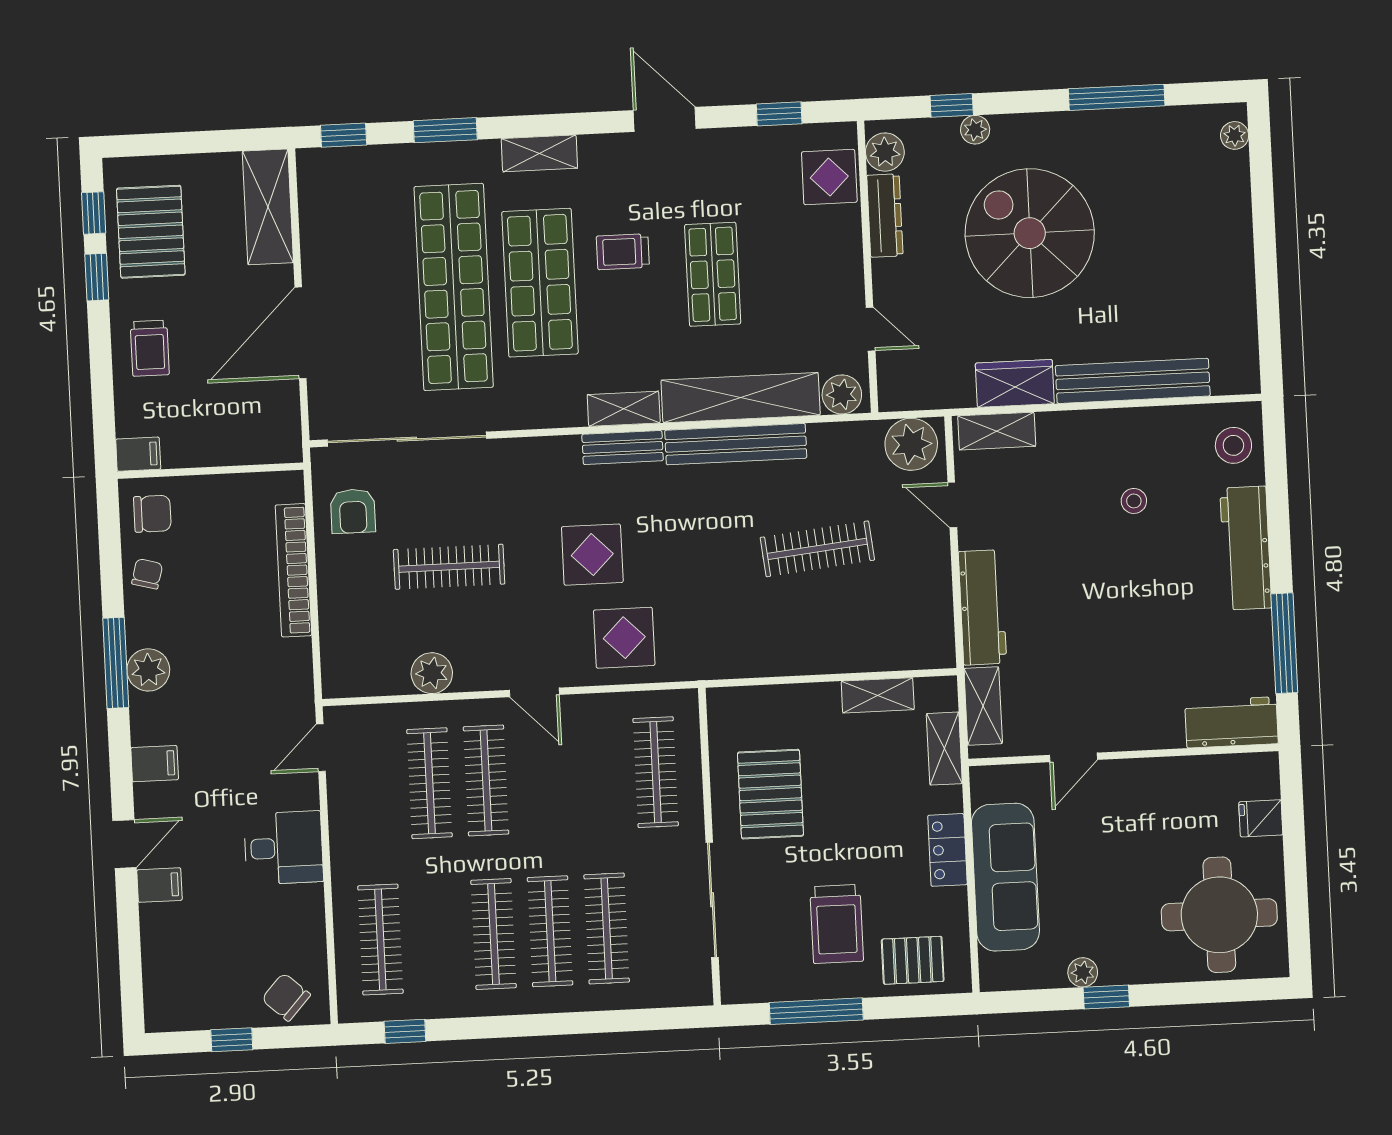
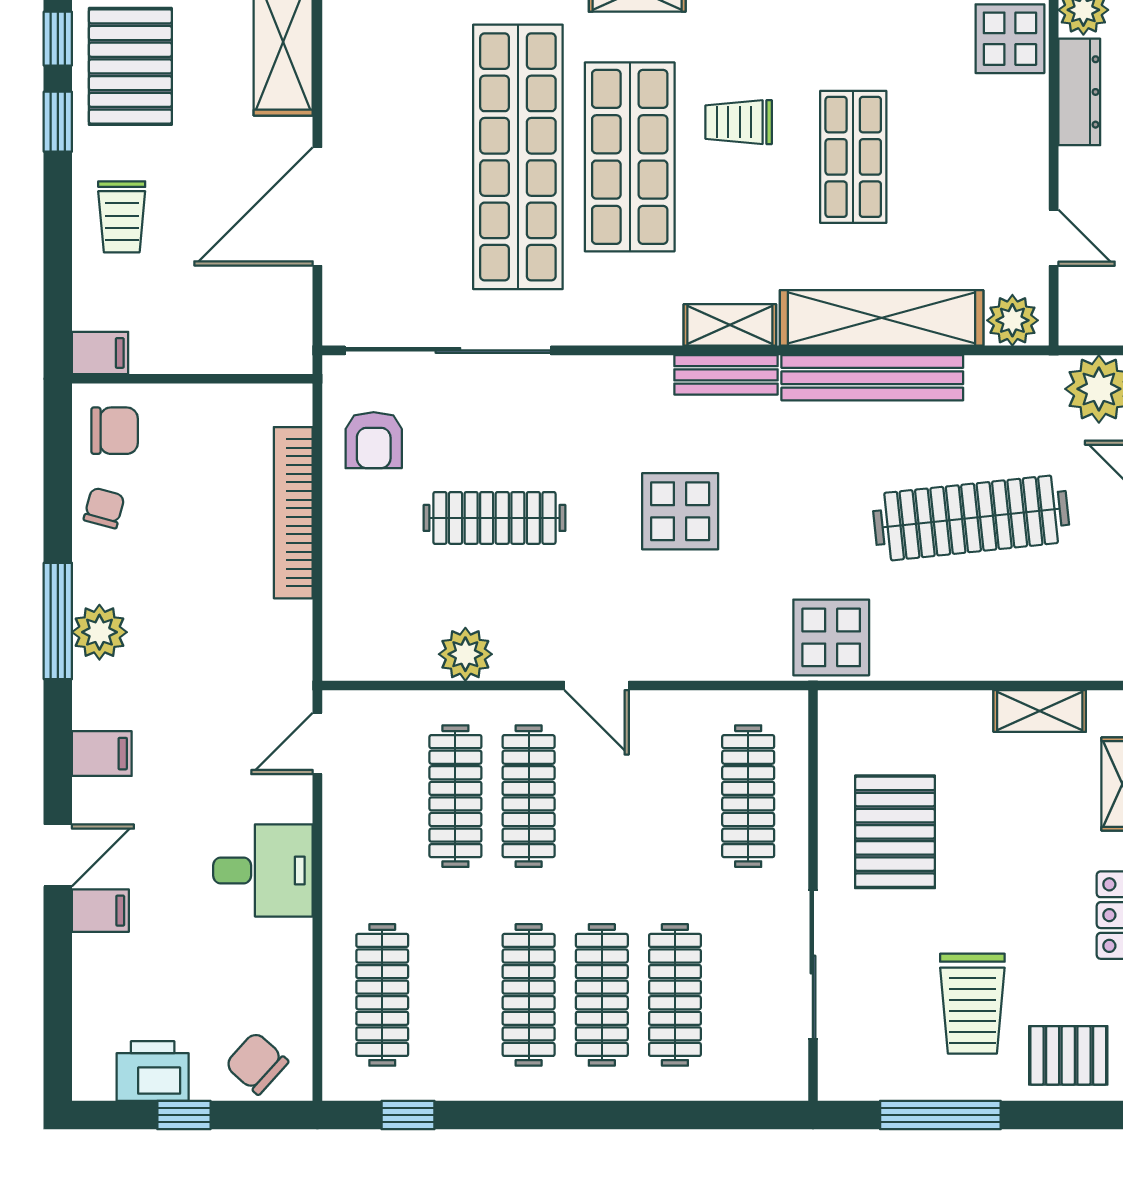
clothes rail: (817, 549) -> (971, 518), width x1.37, depth x1.31
display table: (624, 638) -> (831, 637), moved
printer: (206, 1007) -> (153, 1071), added

